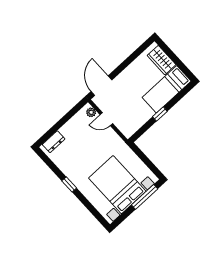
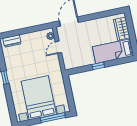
door: (106, 119) -> (58, 47), hinge flipped

